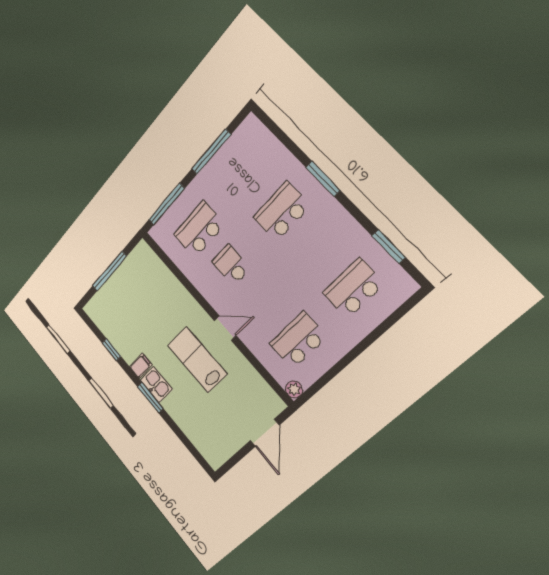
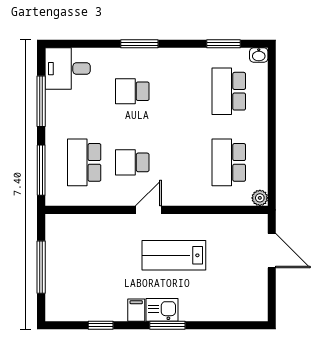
desk: (252, 145) -> (68, 69), added
school desk: (282, 212) -> (132, 91), width x0.54
washbasin: (408, 285) -> (259, 55), added
door: (225, 328) -> (148, 210), moved

